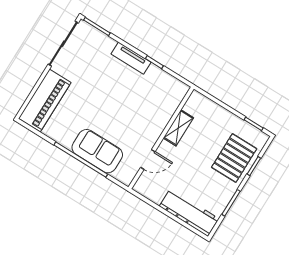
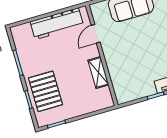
workbench: (189, 212) -> (57, 24), moved

